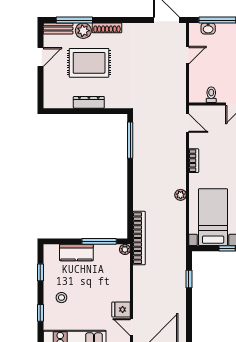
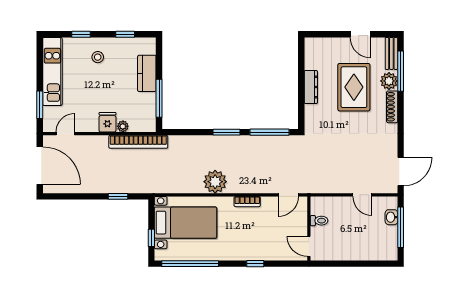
window: (130, 180) -> (226, 132), added
plant: (181, 195) -> (215, 182), width x1.88, depth x1.88
bookcase: (139, 238) -> (138, 142), moved
plant: (125, 249) -> (123, 126), moved
fridge: (121, 310) -> (107, 122), moved

